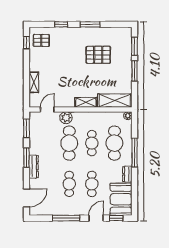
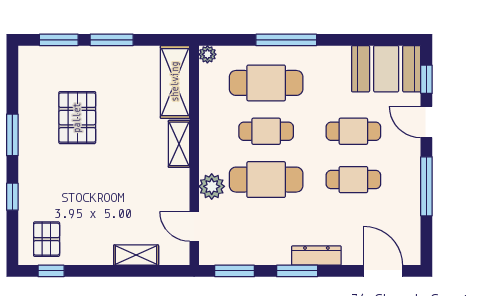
dresser: (127, 174) -> (332, 55), removed

